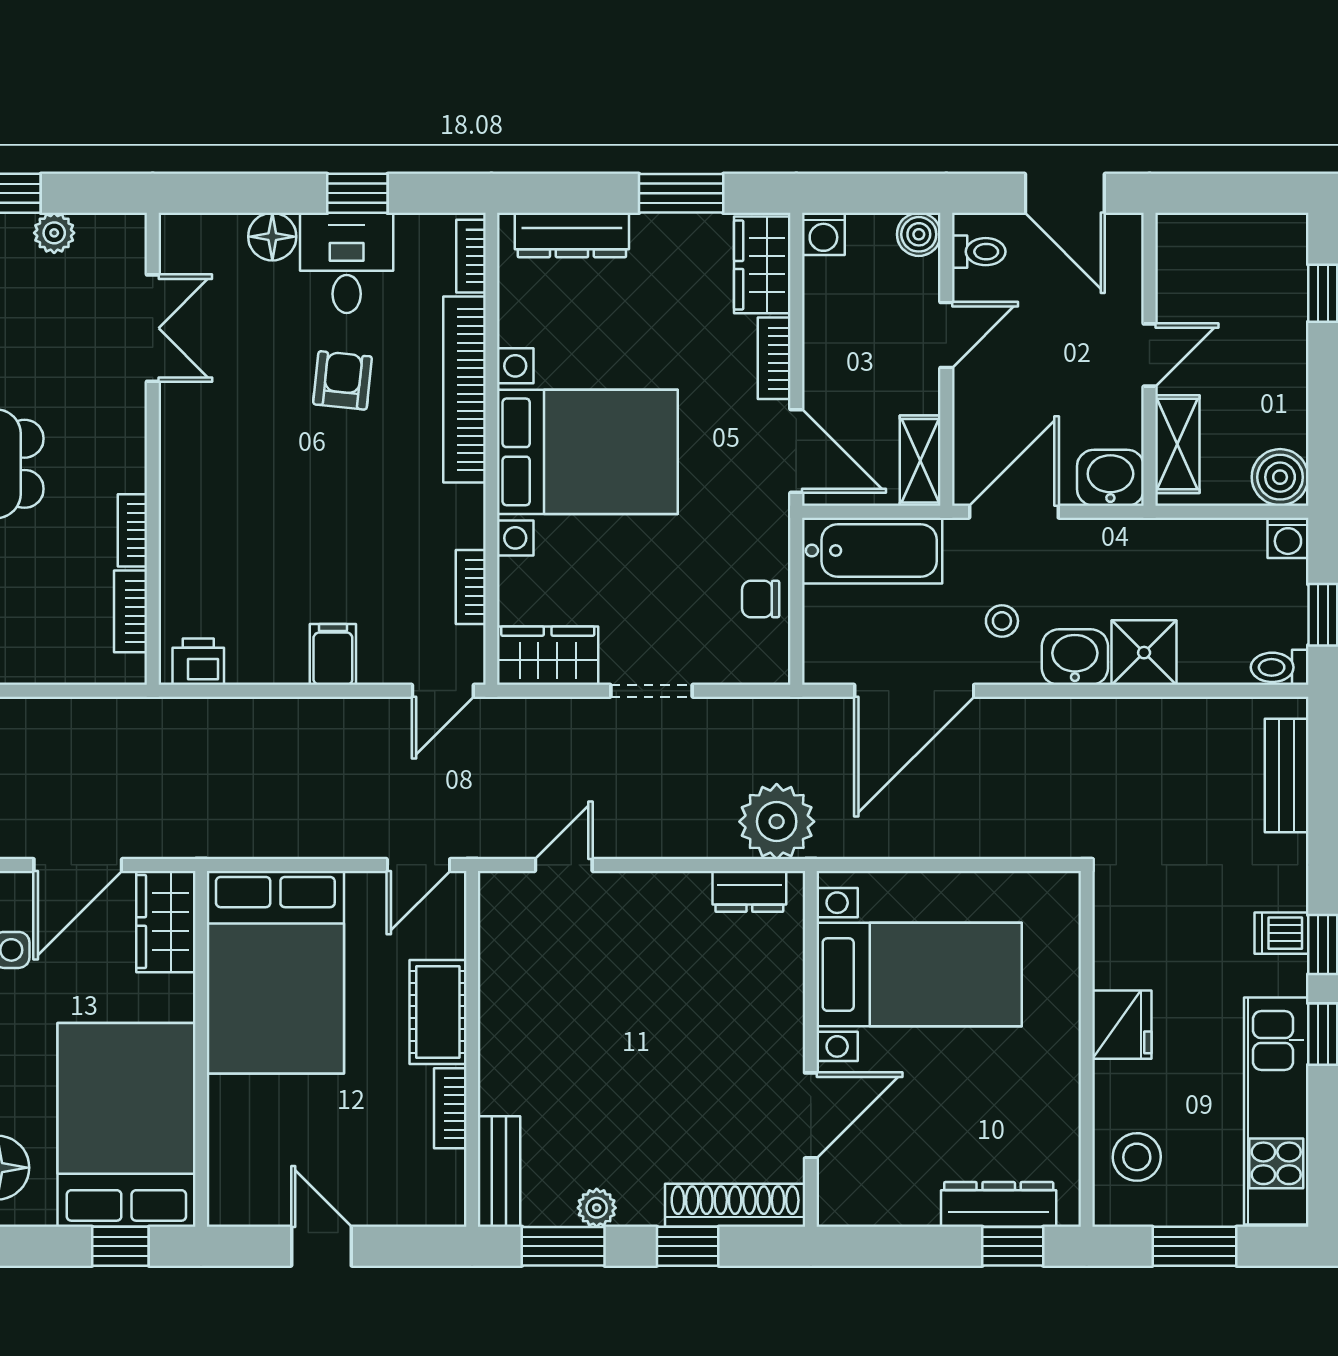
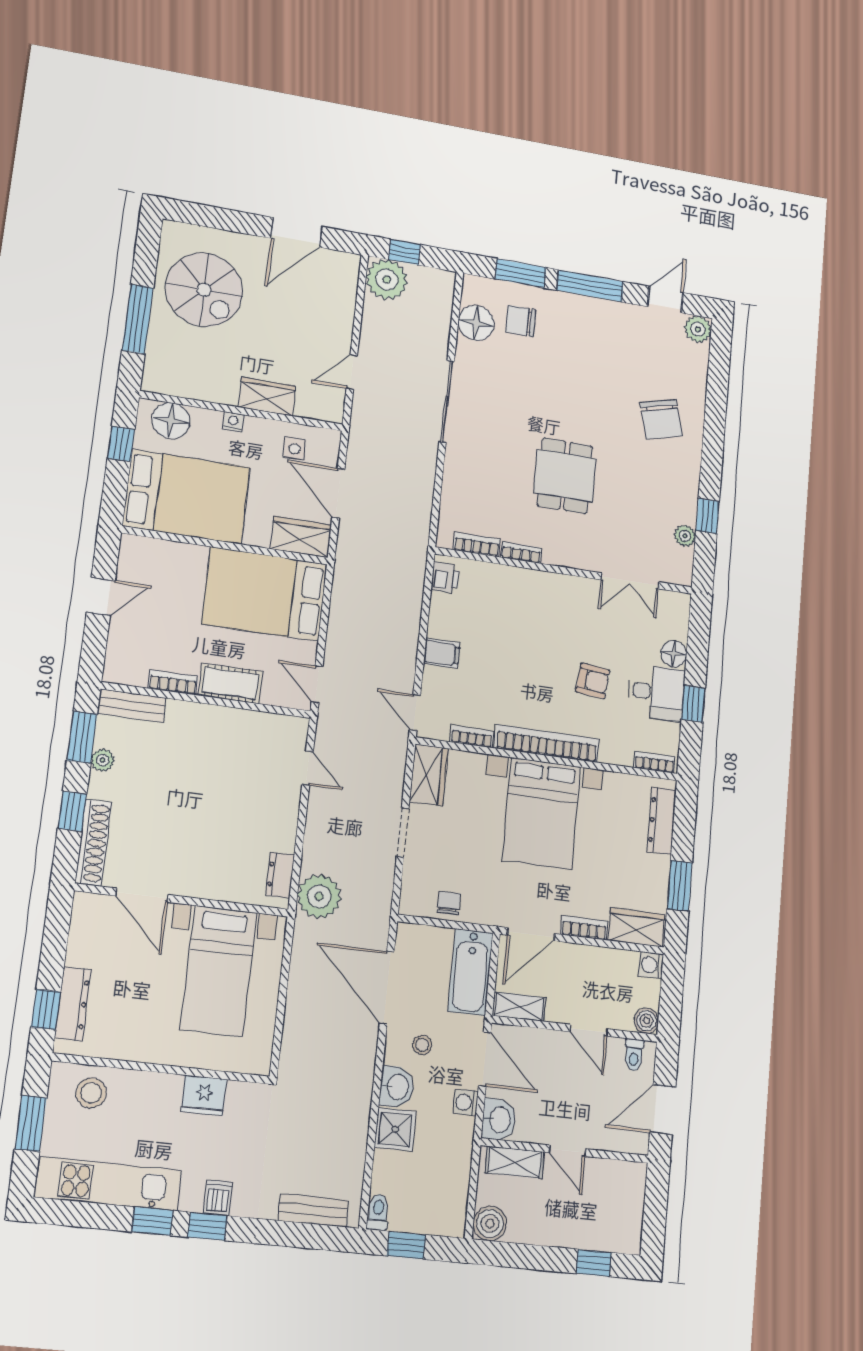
bookcase: (464, 389) -> (547, 743), moved
washing machine: (1288, 538) -> (465, 1102), moved
fridge: (1122, 1025) -> (204, 1095), moved
window: (120, 1246) -> (121, 444), moved

